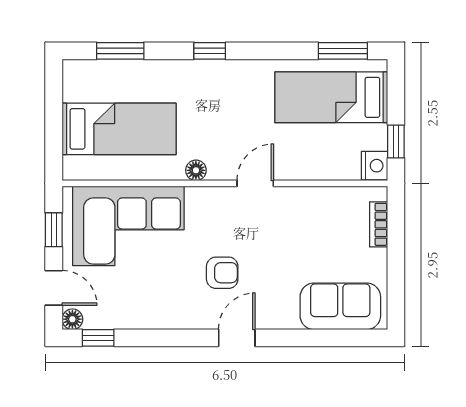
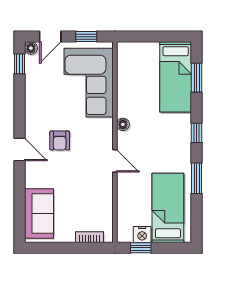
window: (343, 51) -> (197, 178), moved
bed: (119, 129) -> (176, 77), moved
nightstand: (375, 166) -> (142, 235), moved

